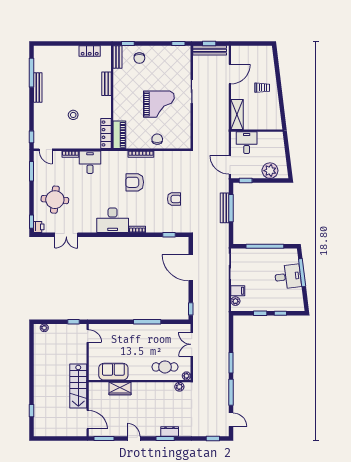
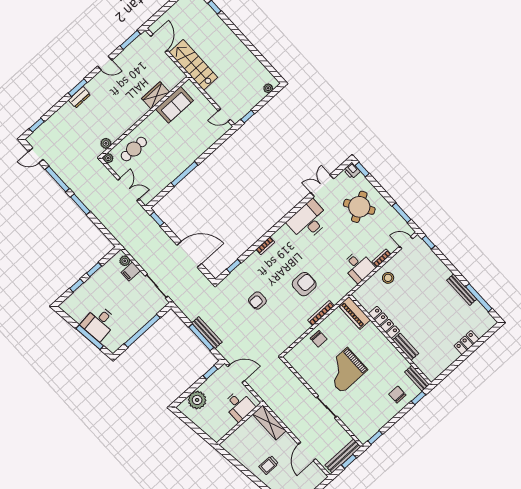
locker: (90, 51) -> (467, 343), moved
stool: (73, 115) -> (388, 278), moved
locker: (106, 133) -> (384, 322), moved
round table: (55, 200) -> (359, 207), turned -36
desk: (113, 220) -> (308, 221), moved
door: (88, 420) -> (159, 43), swing flipped

